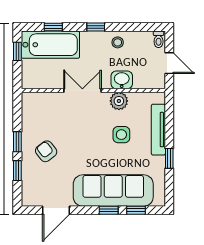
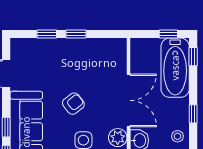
window: (53, 27) -> (193, 57), moved
double door: (82, 90) -> (128, 100), width x1.37
armchair: (46, 151) -> (73, 104), moved

